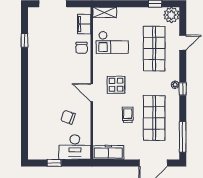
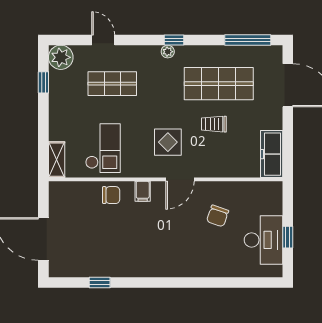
filing cabinet: (84, 24) -> (143, 191), moved, width x0.50
shop shelf: (154, 49) -> (112, 84), width x0.70, depth x0.74
desk: (75, 147) -> (263, 240), moved

